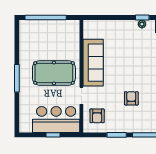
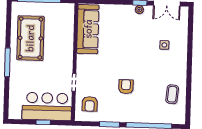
sofa: (93, 63) -> (88, 29), moved
pool table: (54, 73) -> (30, 38), moved, turned 90

